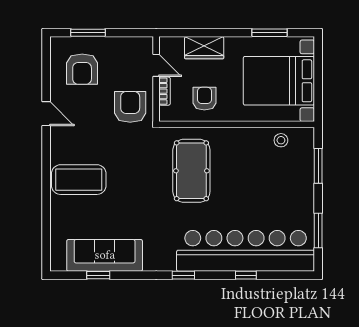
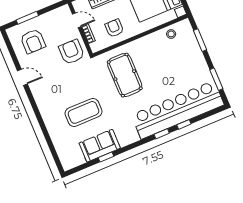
coffee table: (79, 180) -> (83, 112), moved
sofa: (105, 255) -> (100, 146), width x0.73
window: (98, 275) -> (106, 157), moved
window: (183, 275) -> (162, 134), moved

